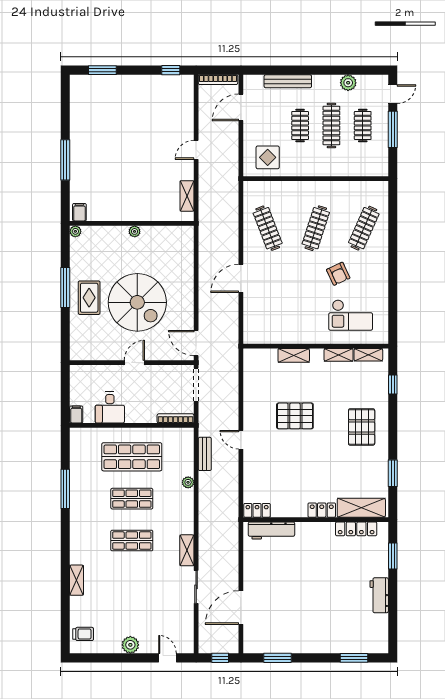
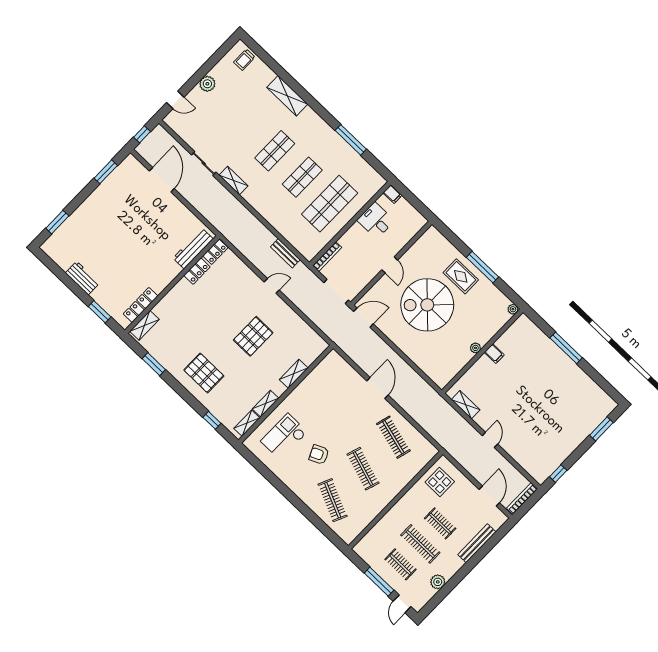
filing cabinet: (79, 212) -> (494, 354), moved
clothes rail: (268, 228) -> (393, 437), turned 36
plant: (188, 482) -> (277, 224), removed
shelving: (361, 508) -> (144, 325), width x0.67, depth x0.75
locker: (322, 510) -> (197, 271), moved
shelving: (77, 580) -> (287, 96), width x1.50, depth x1.33

